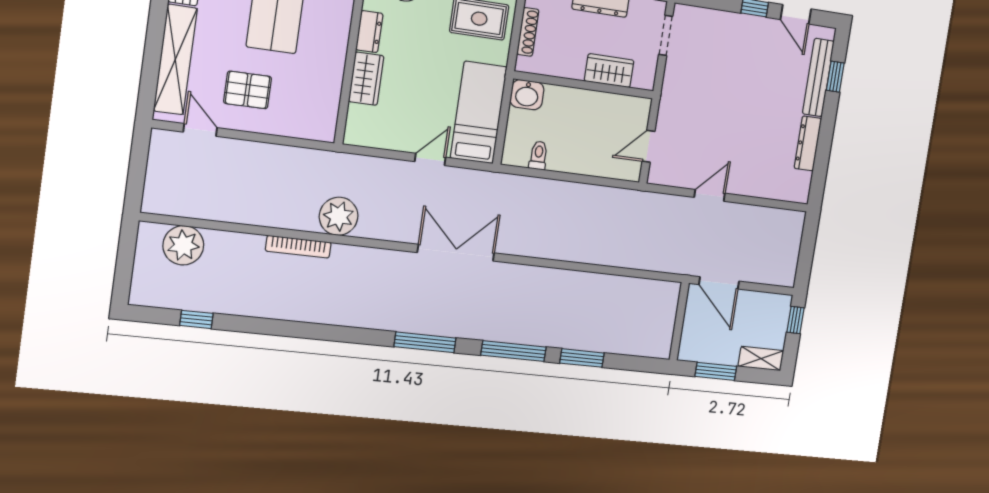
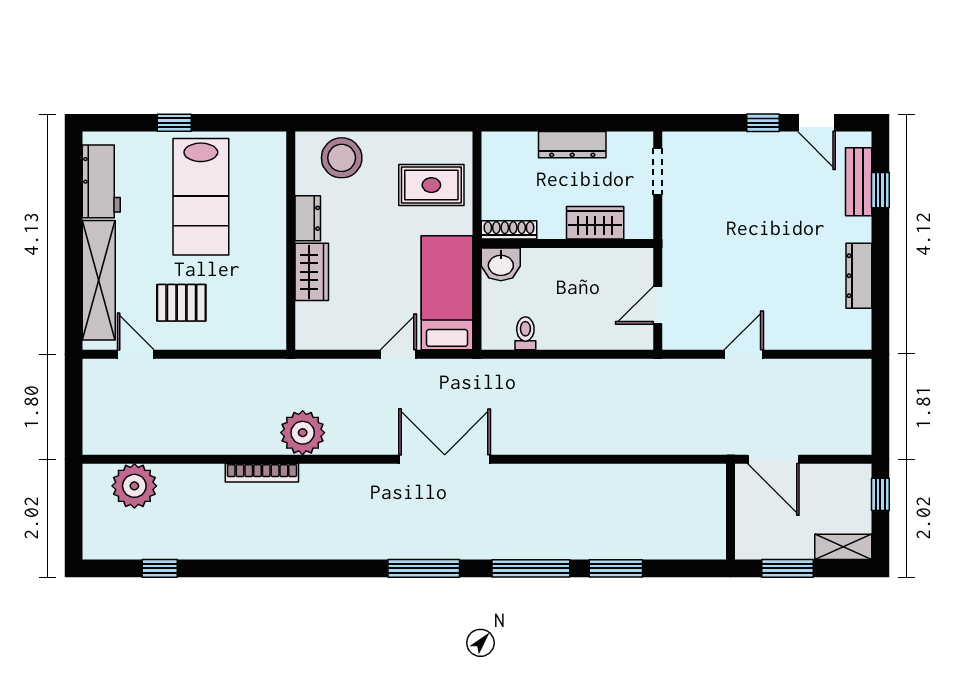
shoe rack: (528, 32) -> (509, 230), moved, turned -90
bench: (818, 77) -> (859, 182), width x0.73

